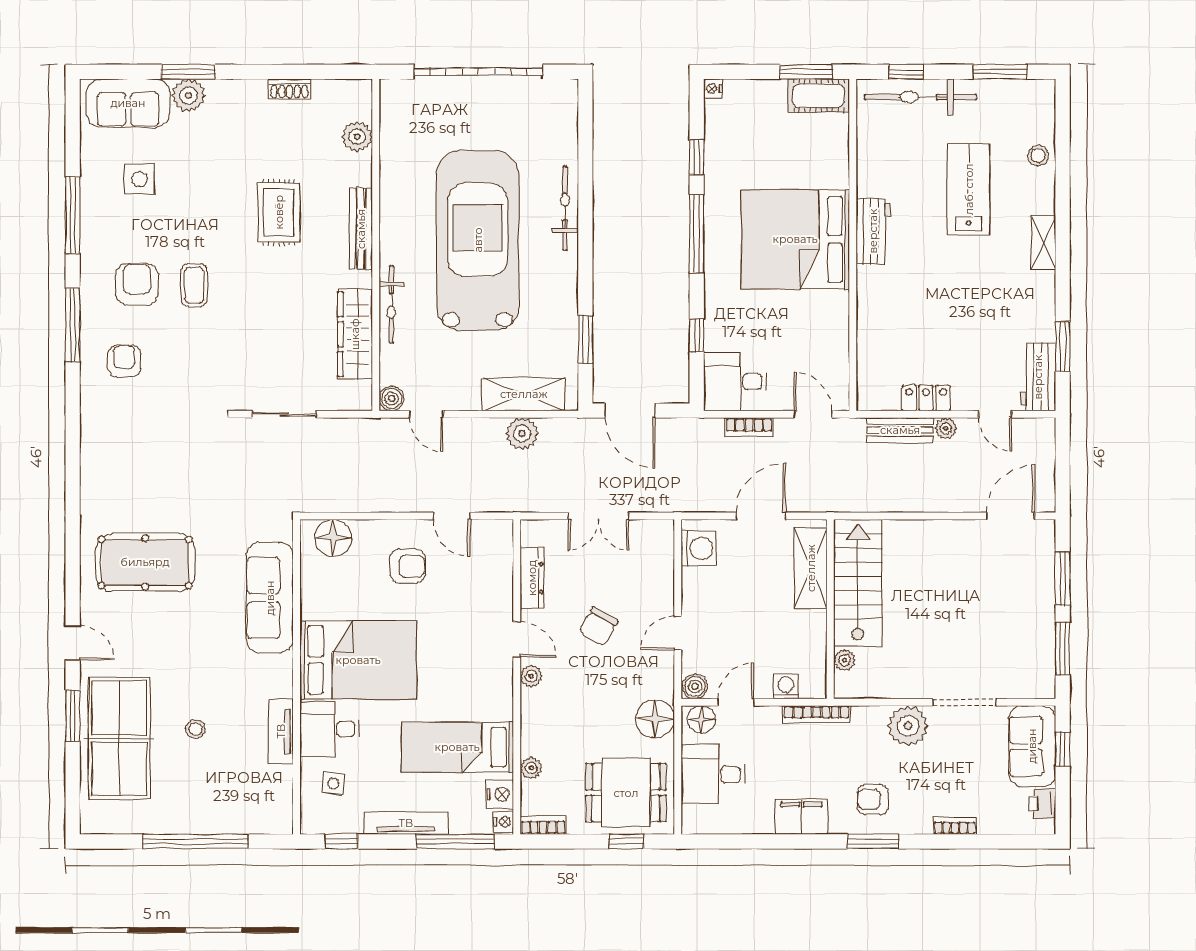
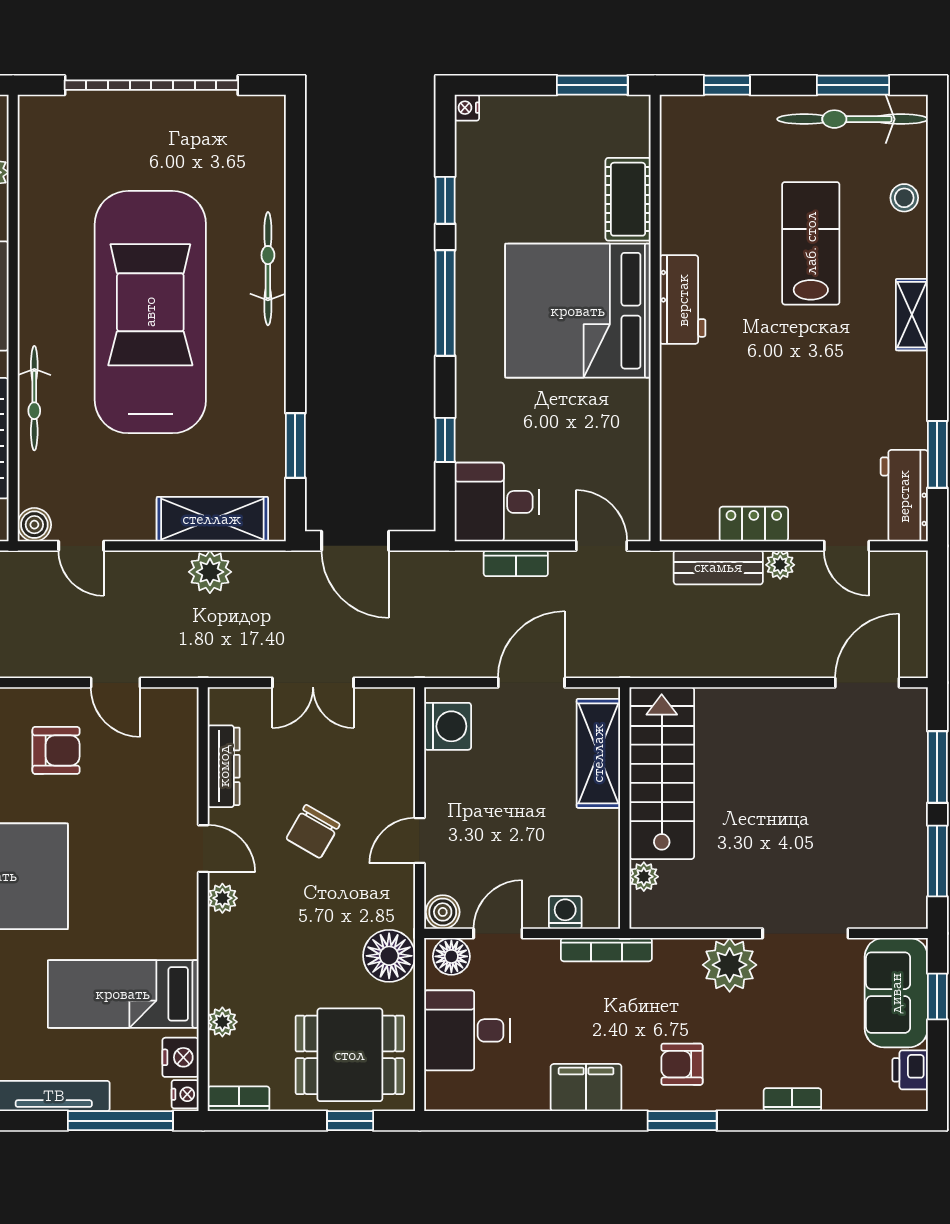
cot: (819, 96) -> (628, 199), moved, turned 90
bicycle: (920, 97) -> (852, 119), moved

